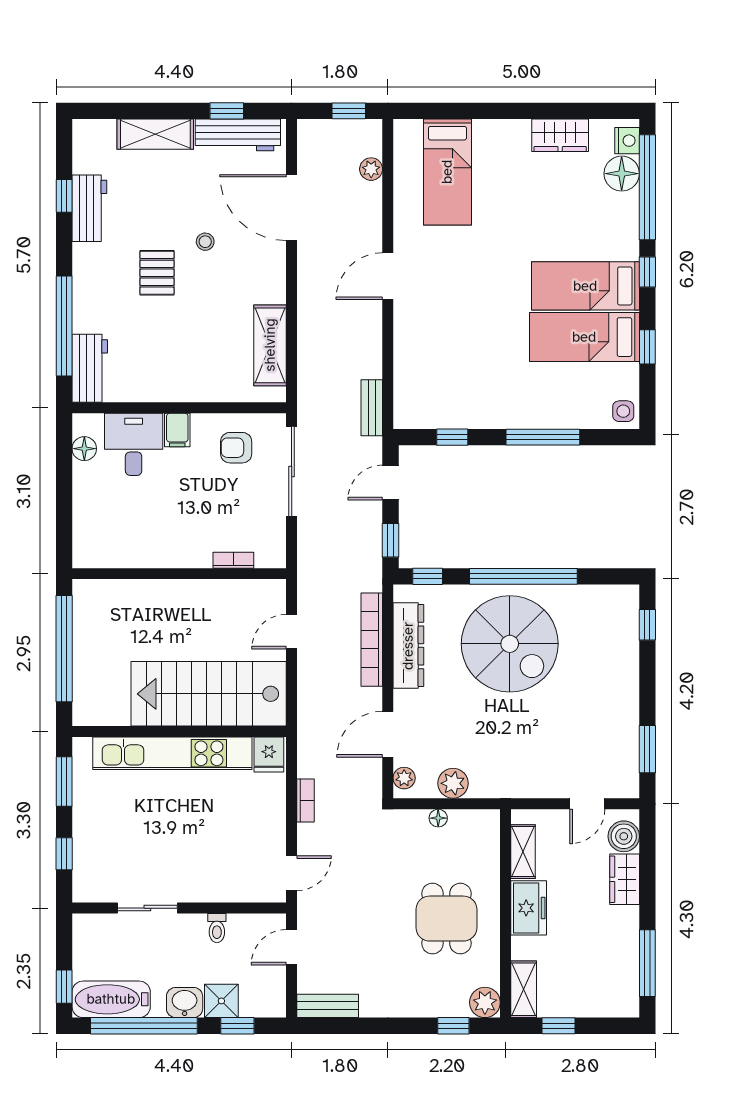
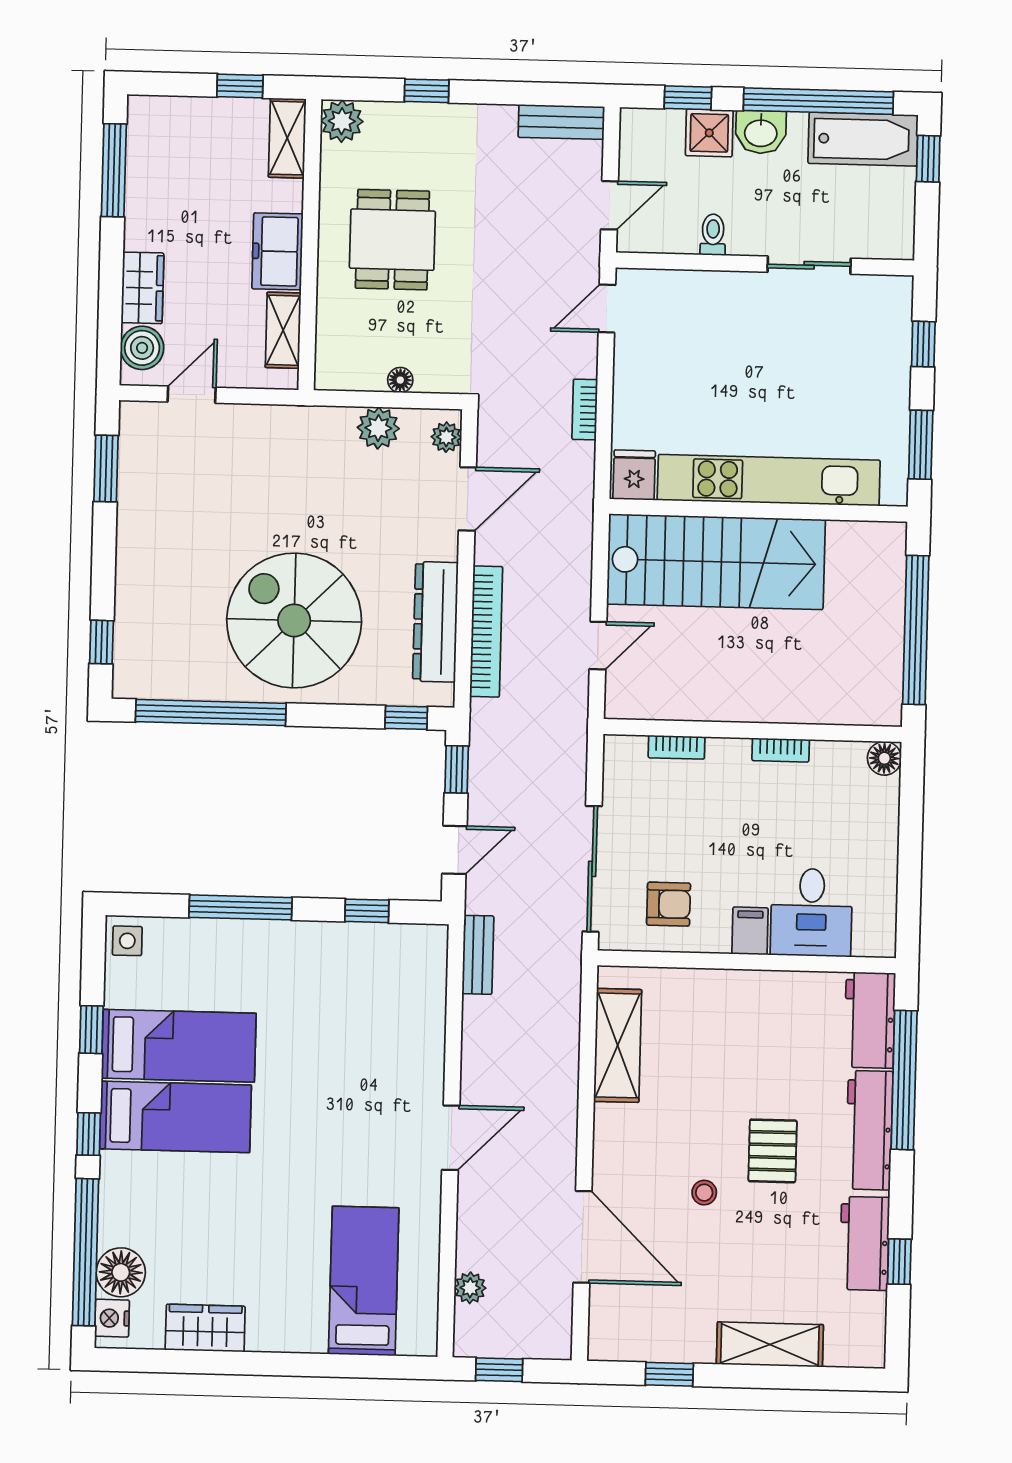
workbench: (238, 135) -> (869, 1130), moved, turned -90
floor lamp: (84, 449) -> (884, 758), moved
bookcase: (159, 560) -> (781, 750), added
window: (523, 576) -> (211, 713), moved
window: (453, 1026) -> (427, 91), moved

